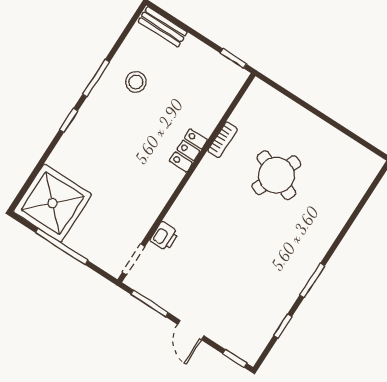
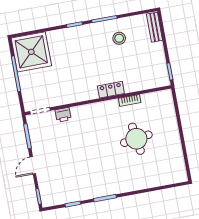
round table: (276, 175) -> (136, 139), turned -30

